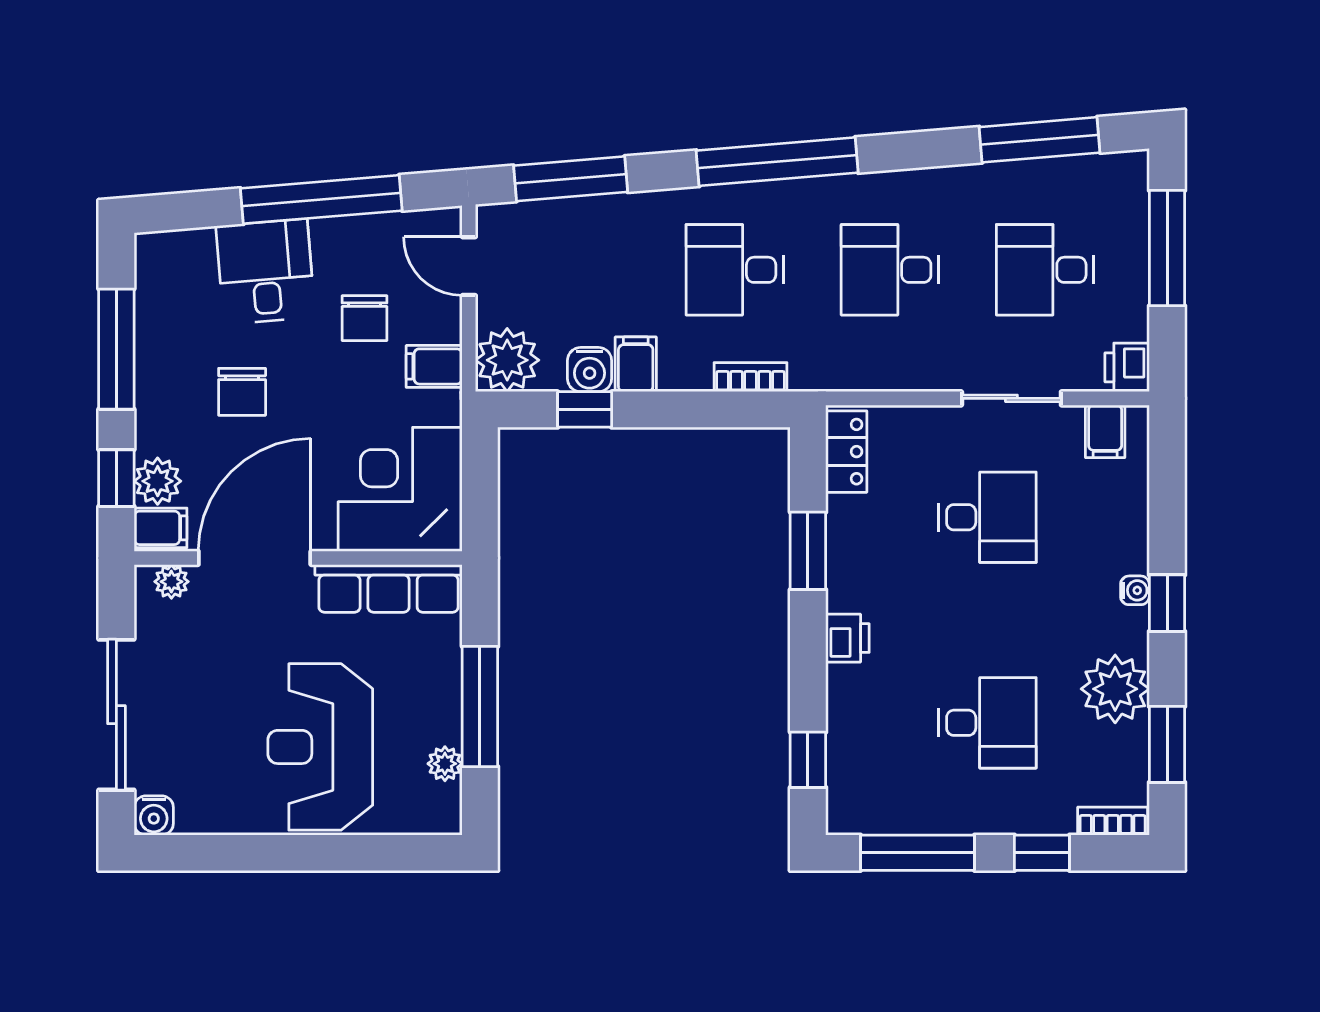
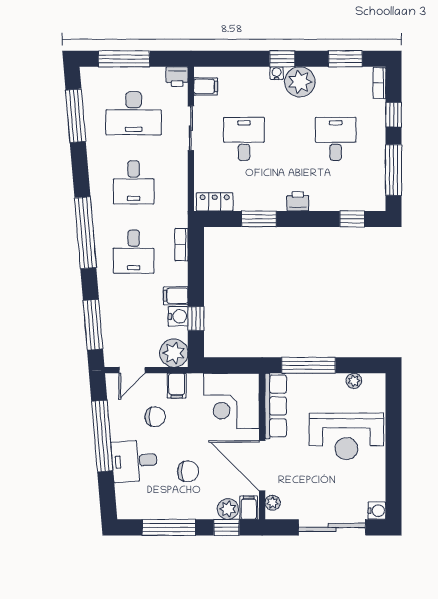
desk: (1045, 270) -> (134, 113), width x1.37
plant: (1115, 689) -> (300, 82), moved
window: (480, 706) -> (308, 365), moved

